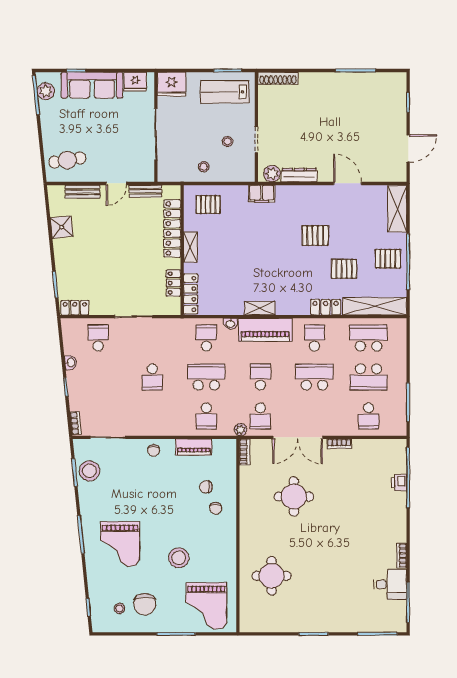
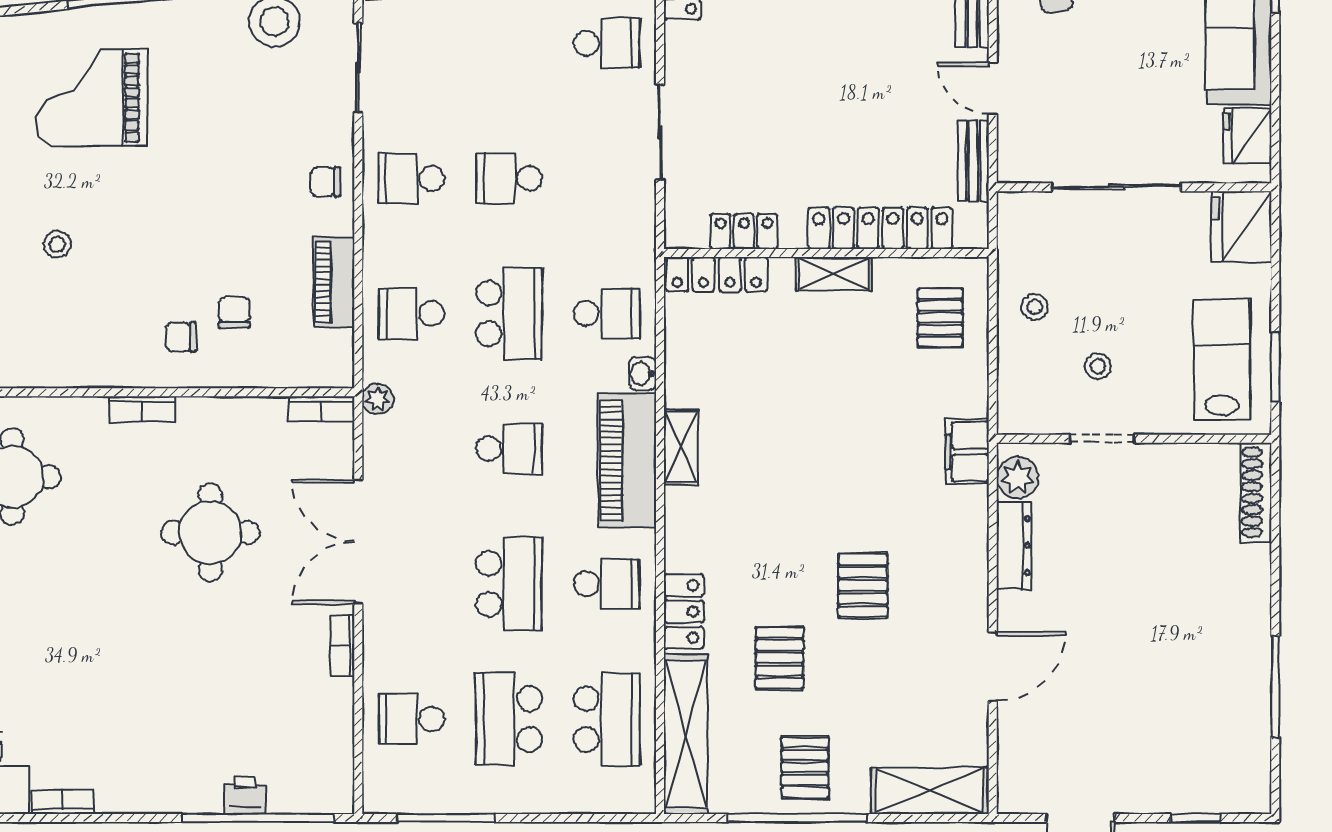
school desk: (260, 416) -> (412, 178), moved
bookcase: (245, 524) -> (142, 409), added
stool: (179, 558) -> (57, 244), width x0.53, depth x0.53

